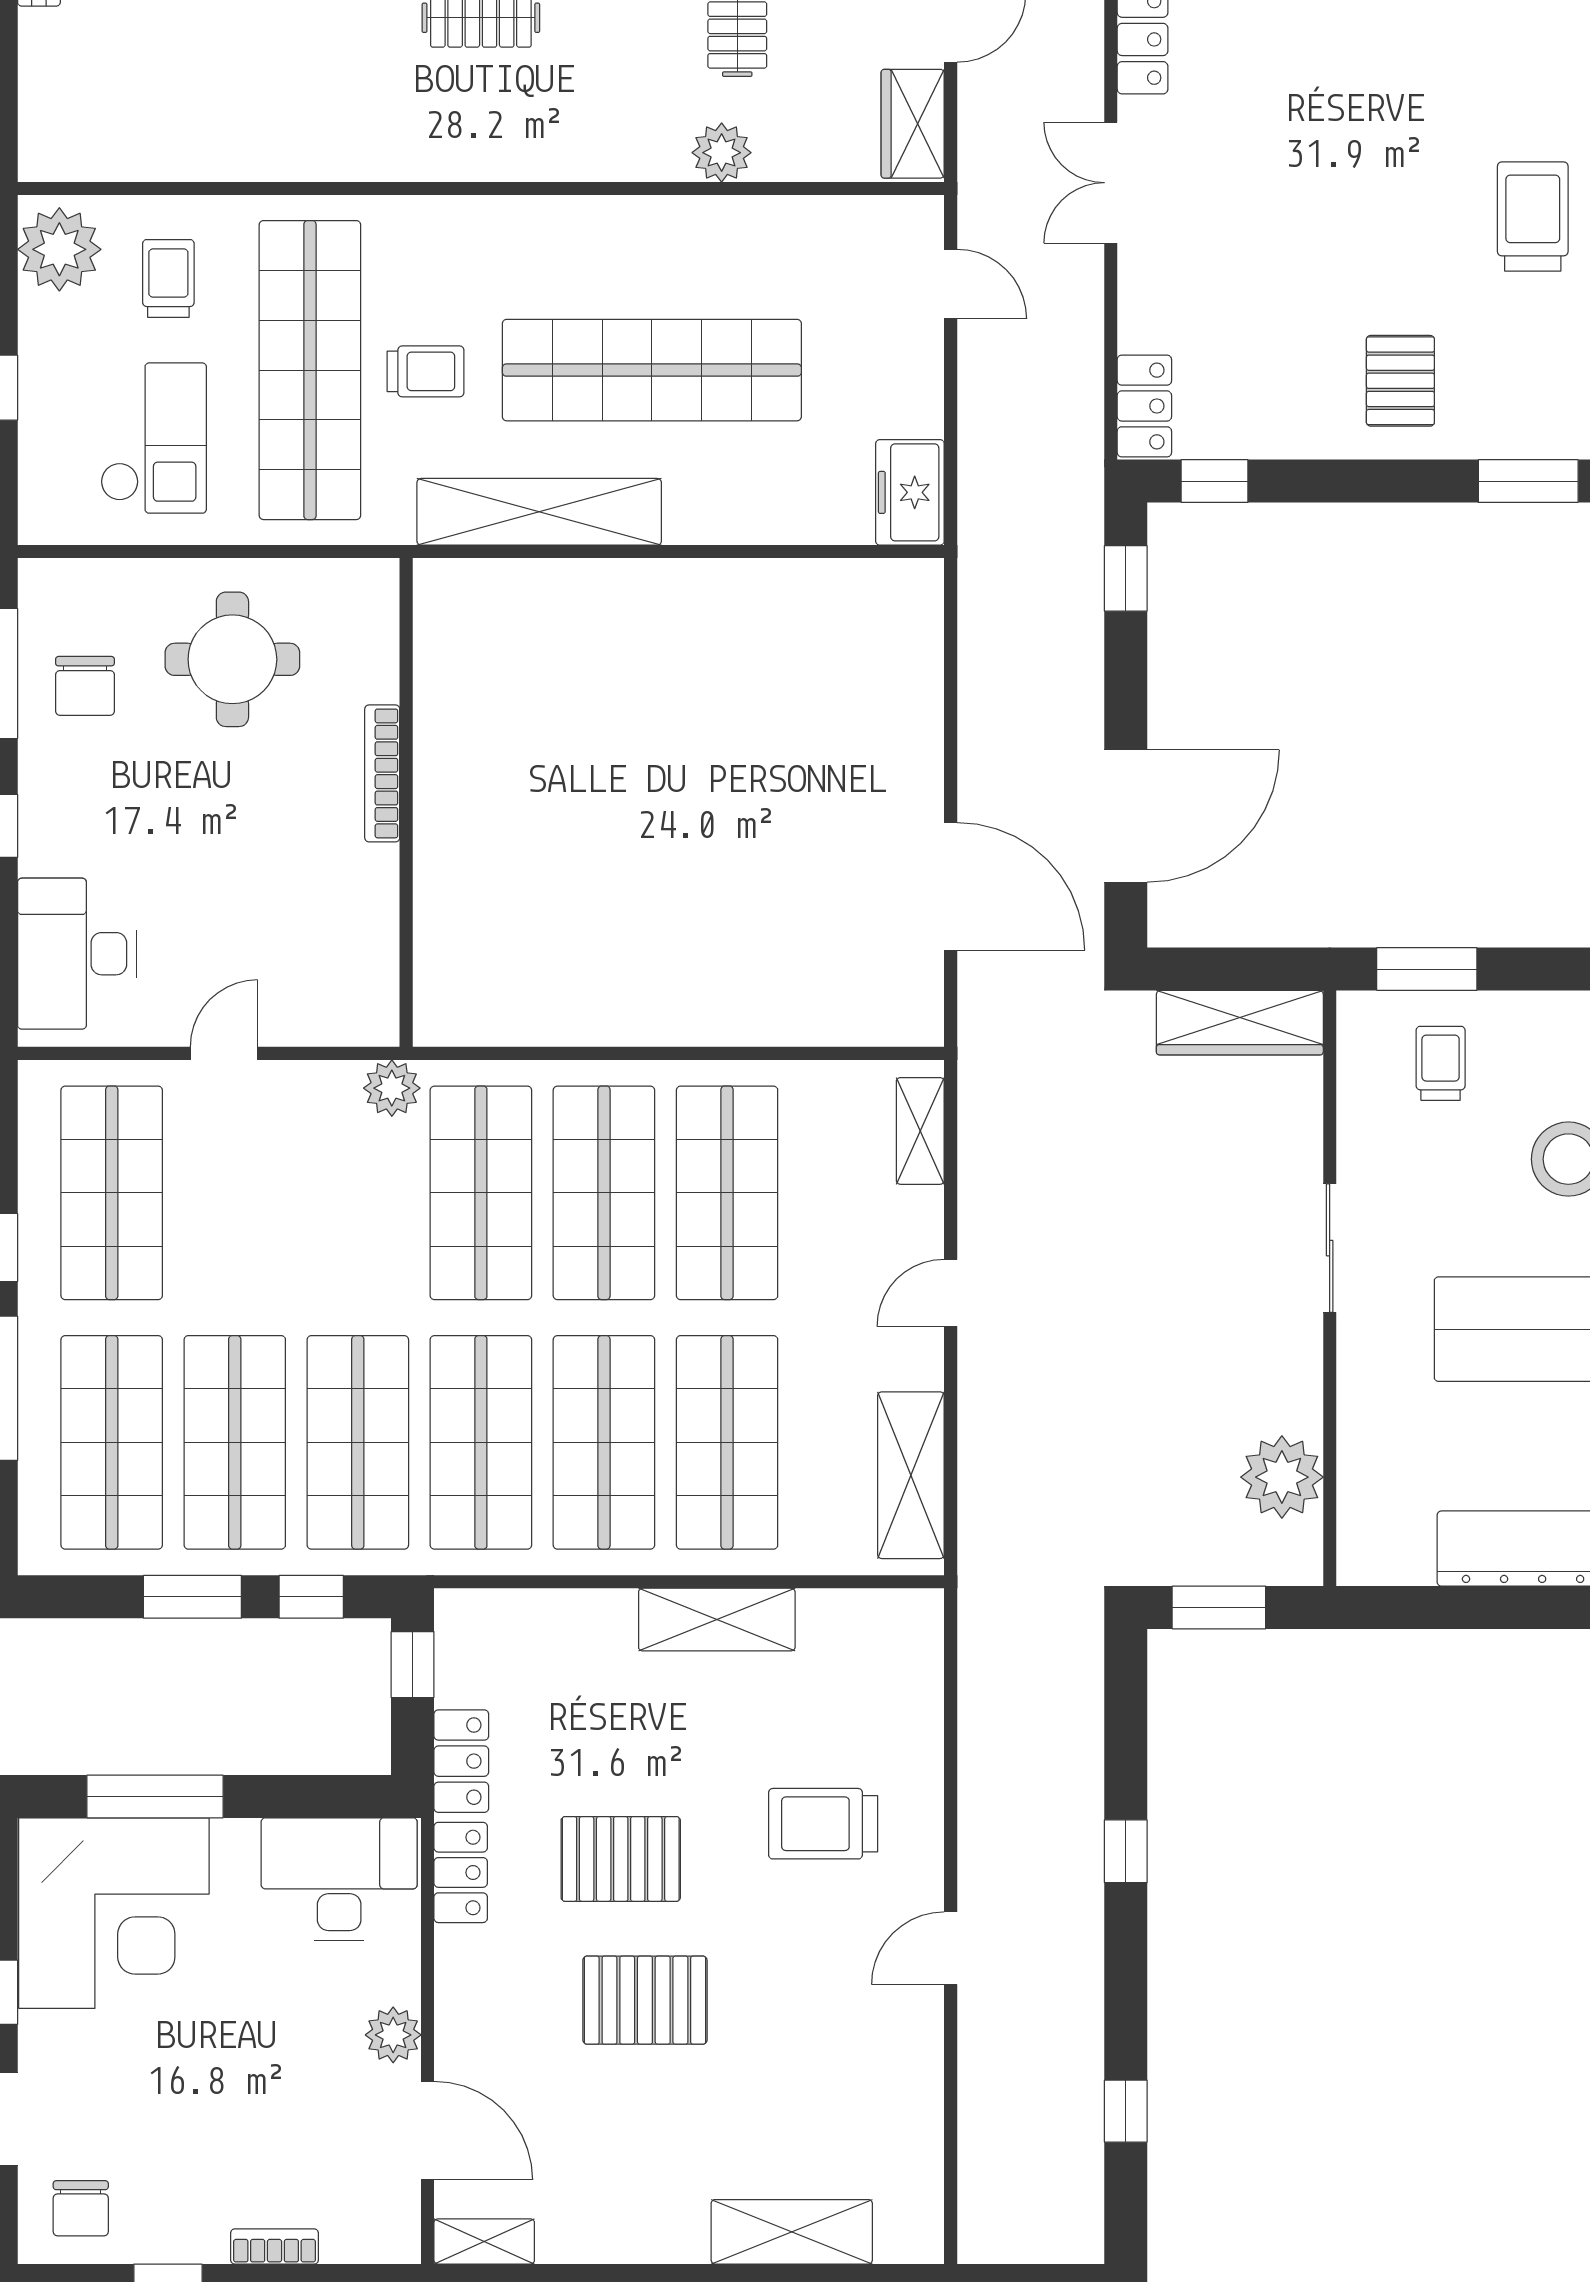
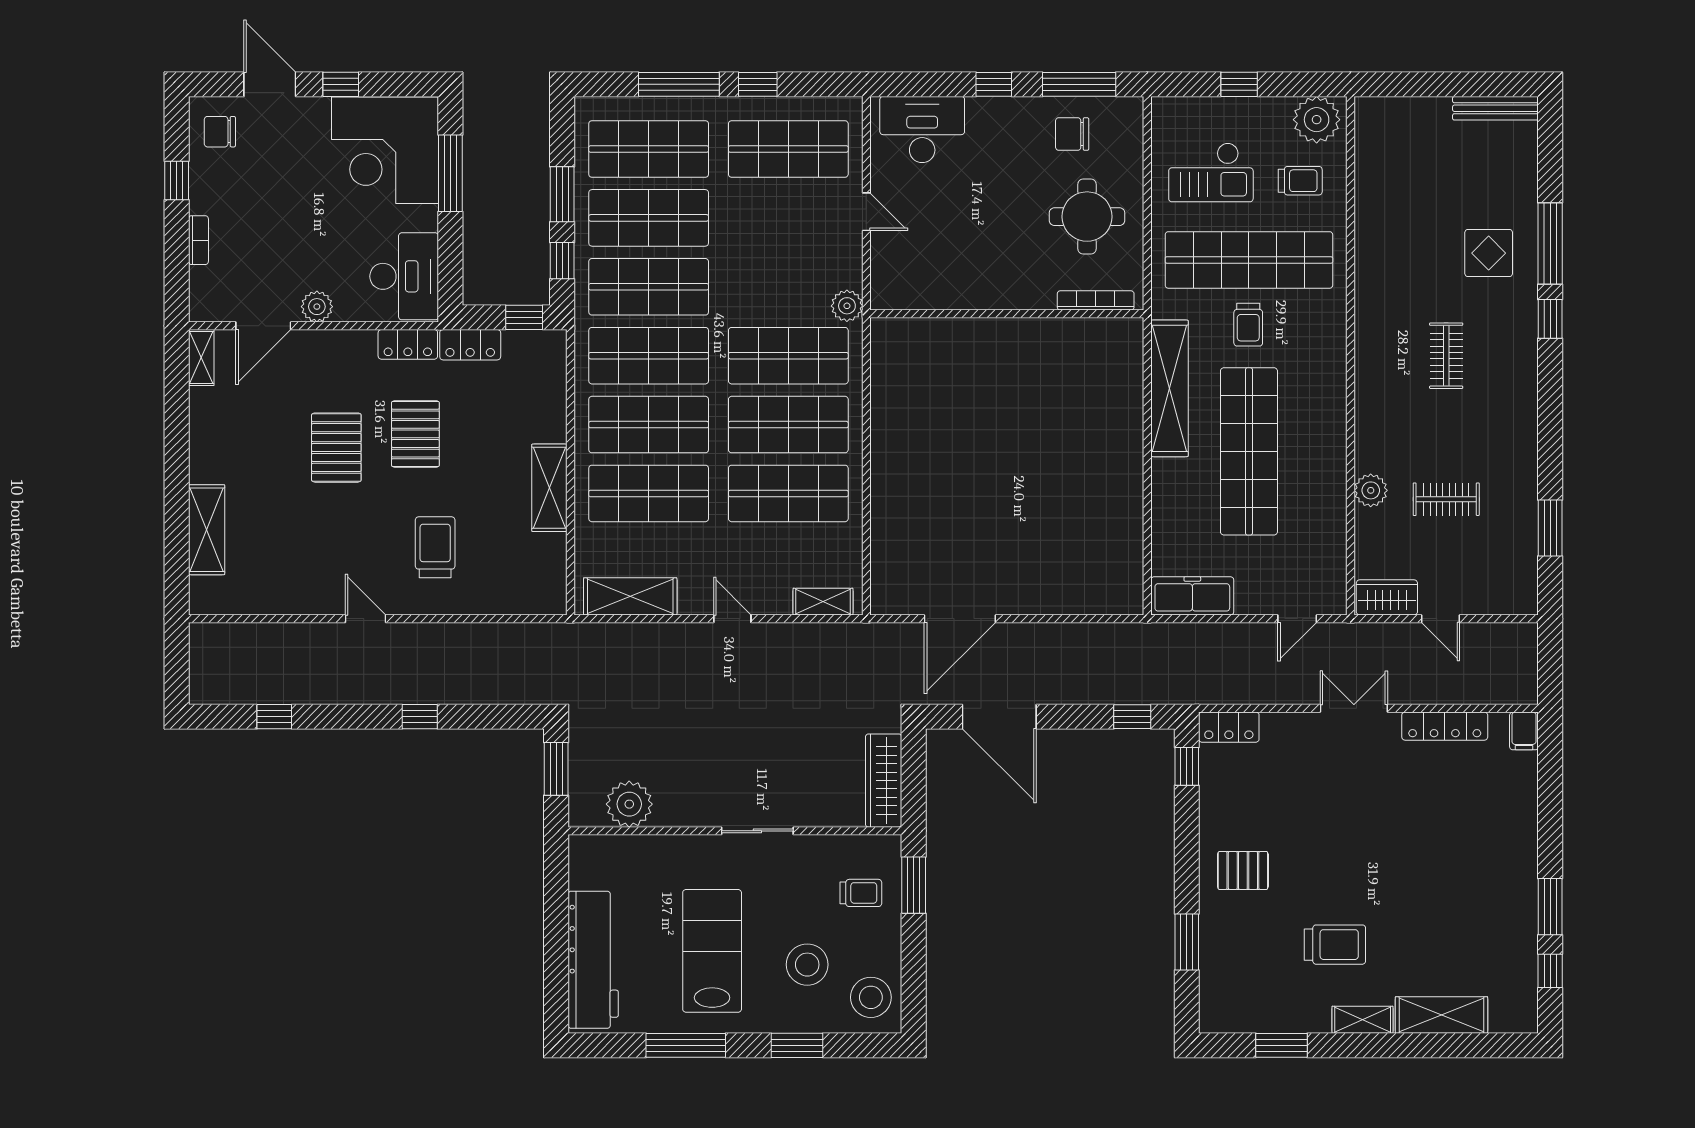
freezer: (910, 492) -> (1192, 596), width x1.40
bookcase: (382, 773) -> (1096, 300), moved

